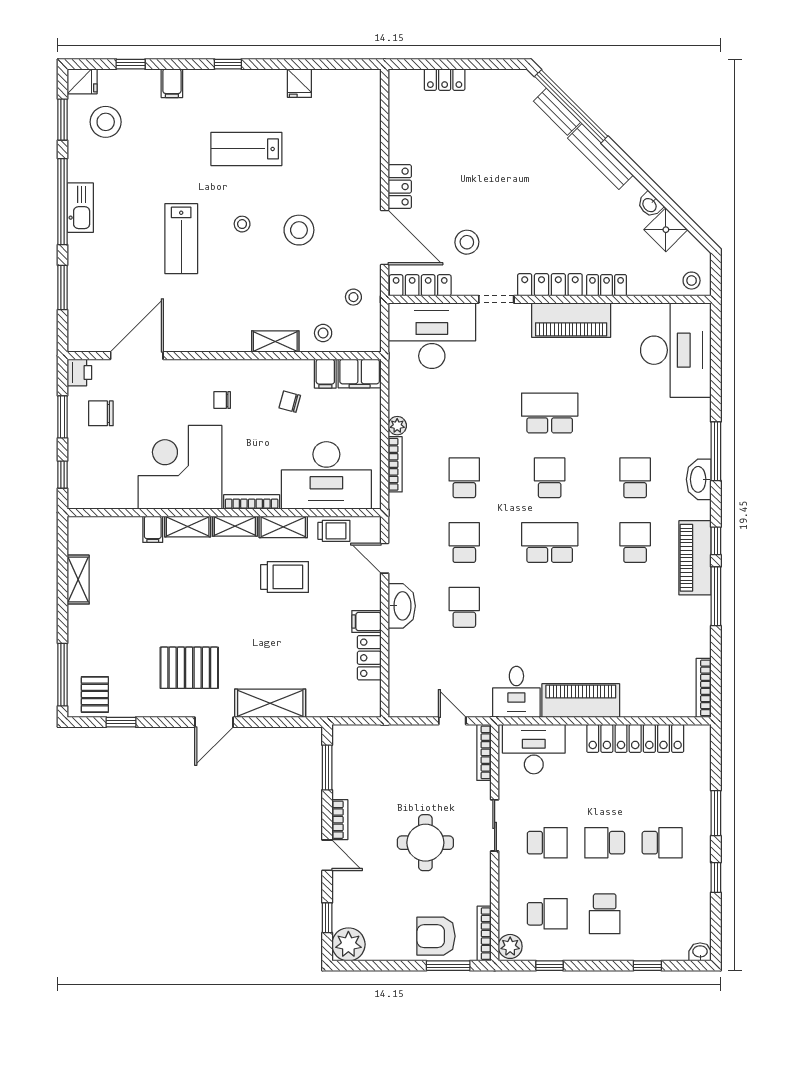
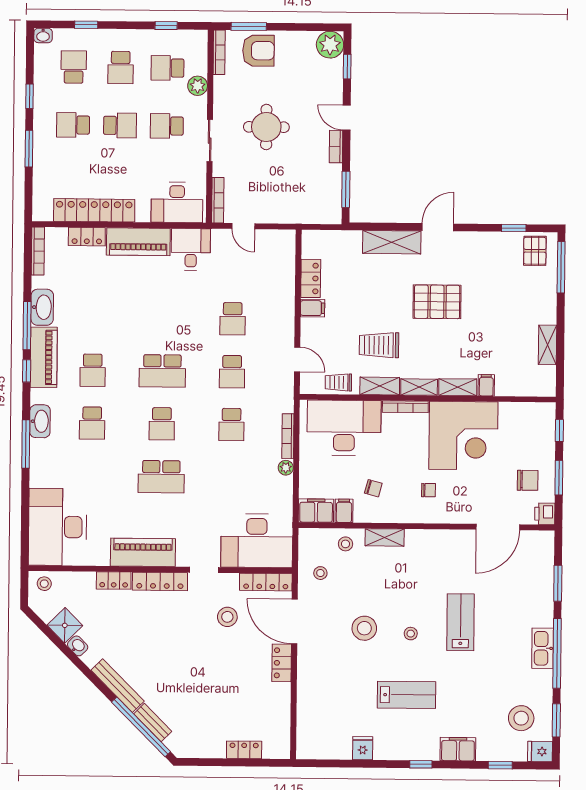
filing cabinet: (172, 83) -> (458, 749), width x2.00
washbasin: (402, 606) -> (42, 307), moved, turned 180
pallet: (189, 668) -> (437, 302), moved
locker: (644, 706) -> (87, 237), added
school desk: (605, 914) -> (121, 67), turned 180
school desk: (662, 914) -> (74, 67), added
plant: (510, 946) -> (198, 86), moved

